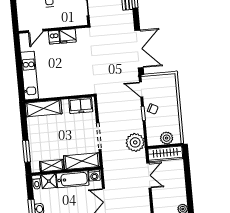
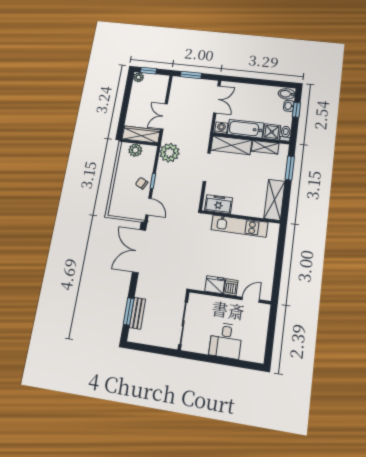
kitchen unit: (30, 76) -> (239, 226), moved, turned -90
shelving: (44, 108) -> (274, 200), moved, turned 90

